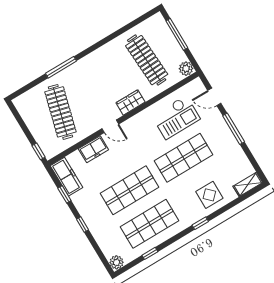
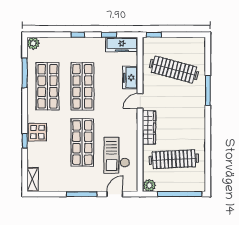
window: (177, 34) -> (180, 194), width x1.46
wardrobe: (131, 102) -> (149, 127), width x1.50
display table: (209, 195) -> (37, 132), moved
window: (200, 223) -> (25, 141), moved
window: (150, 253) -> (25, 73), width x2.17

